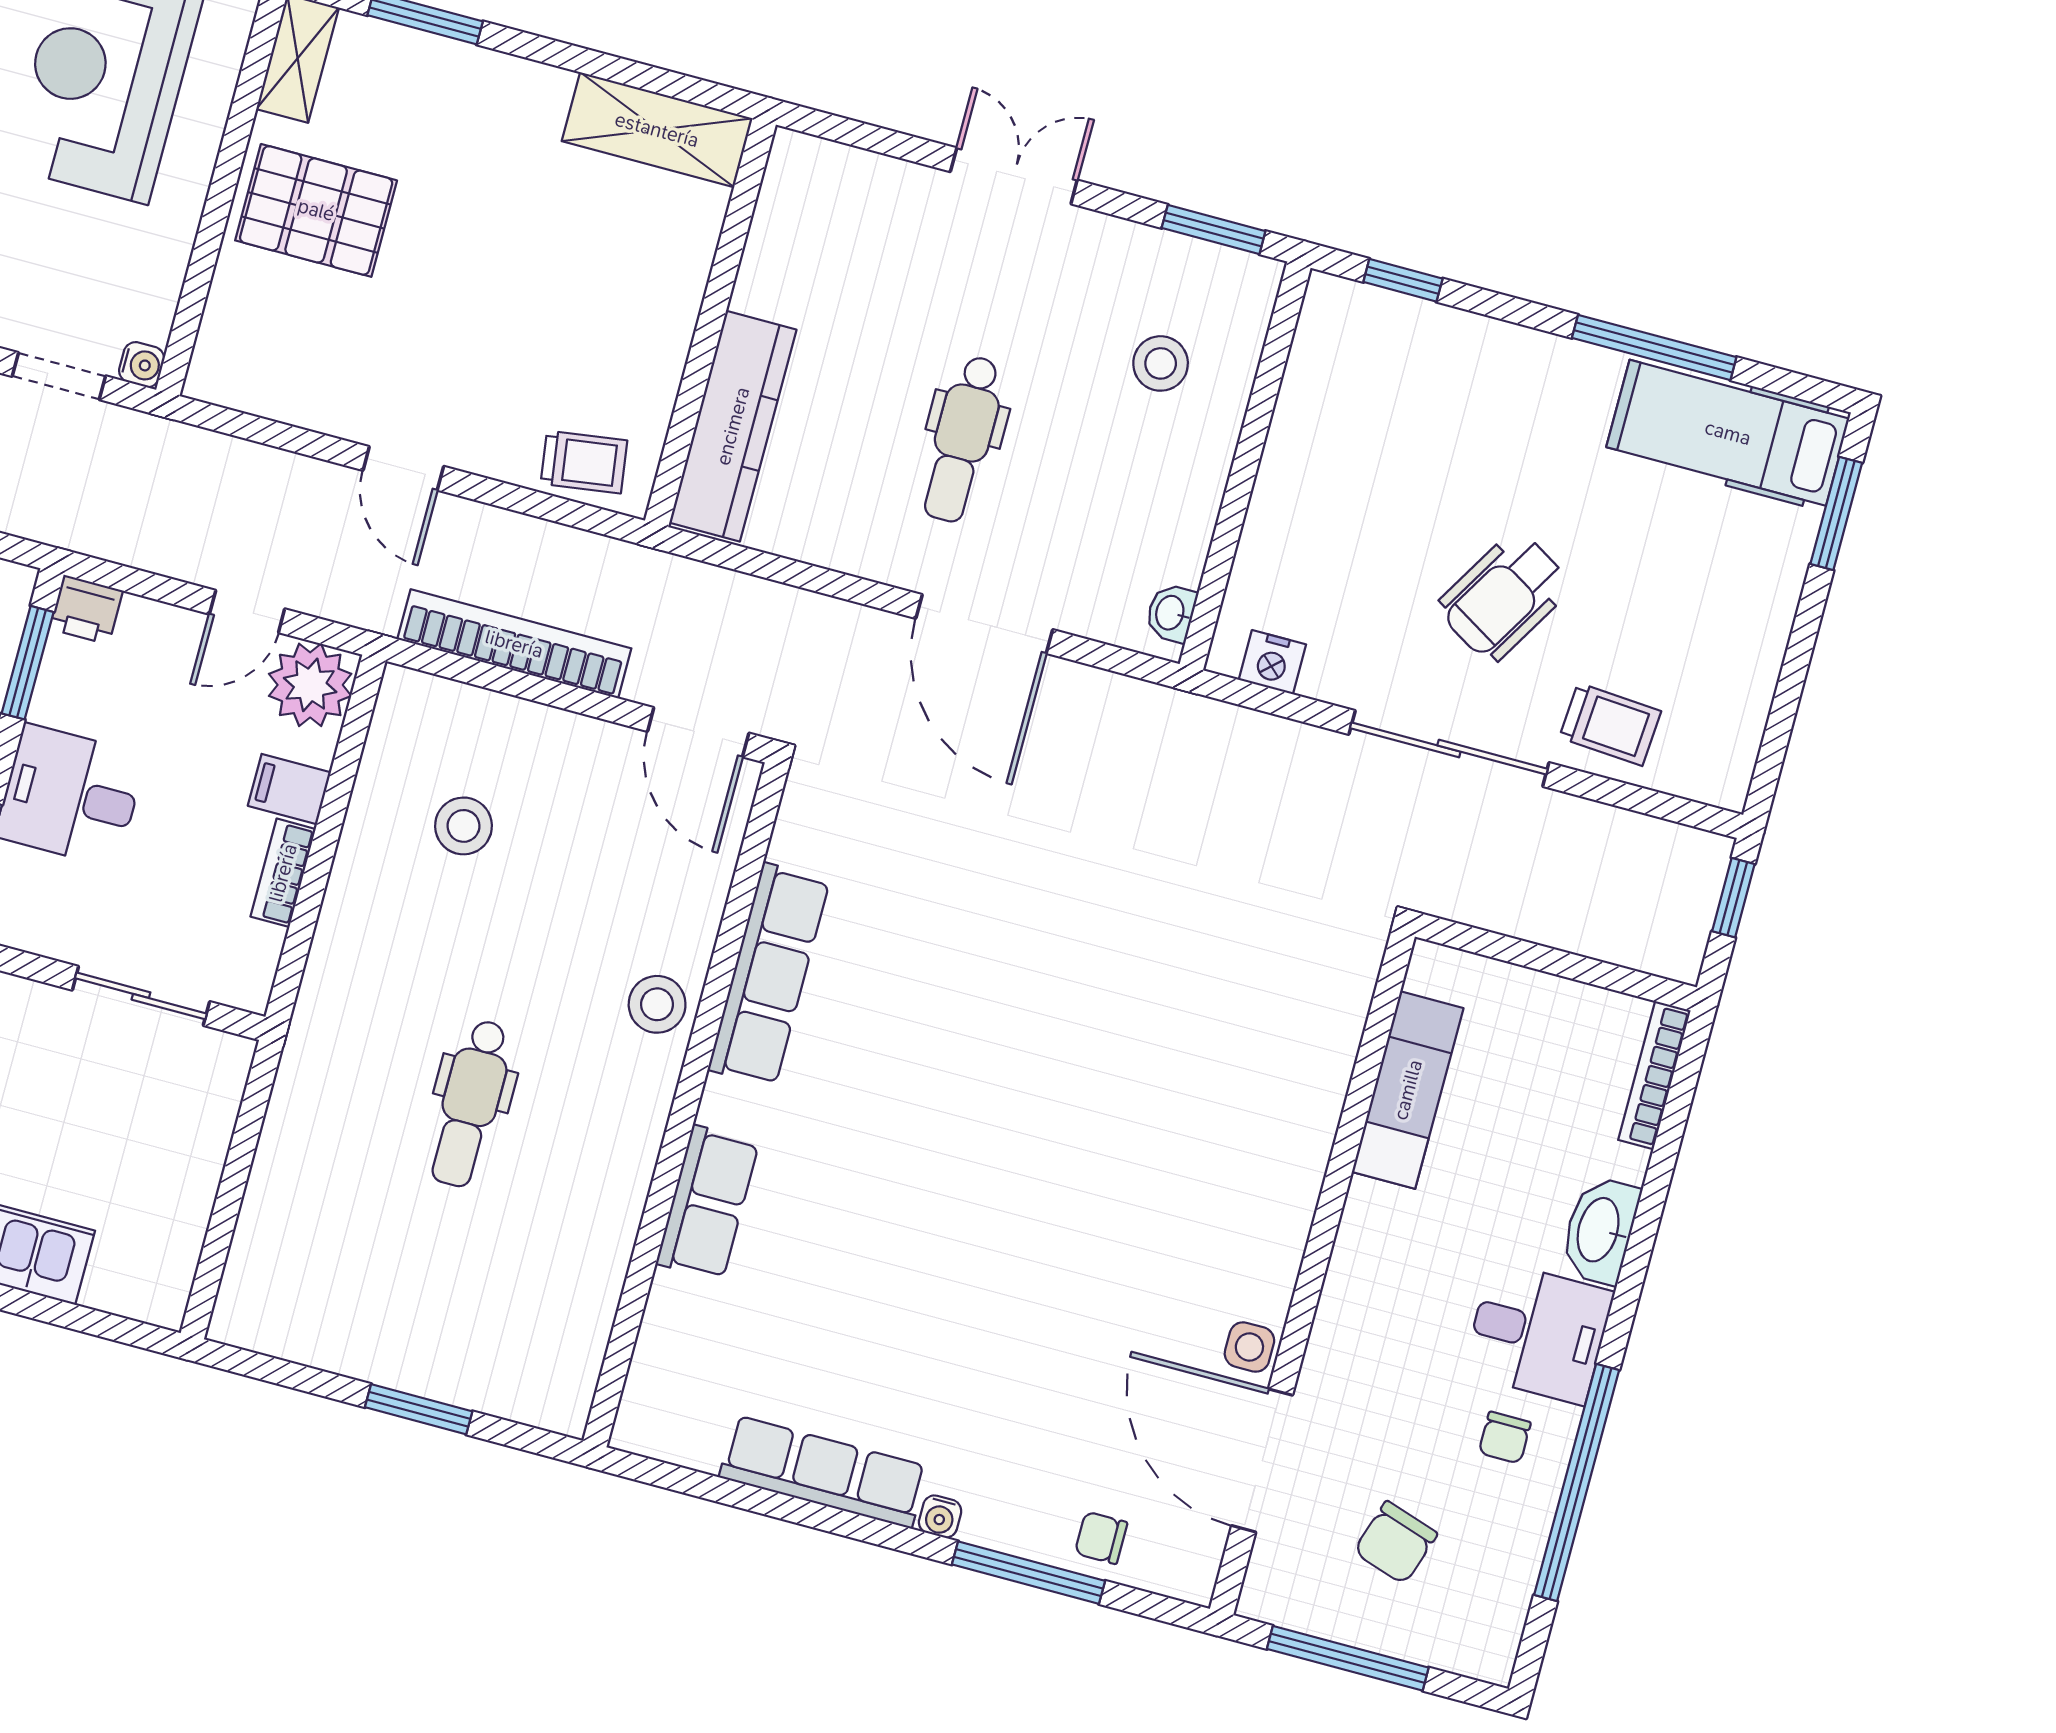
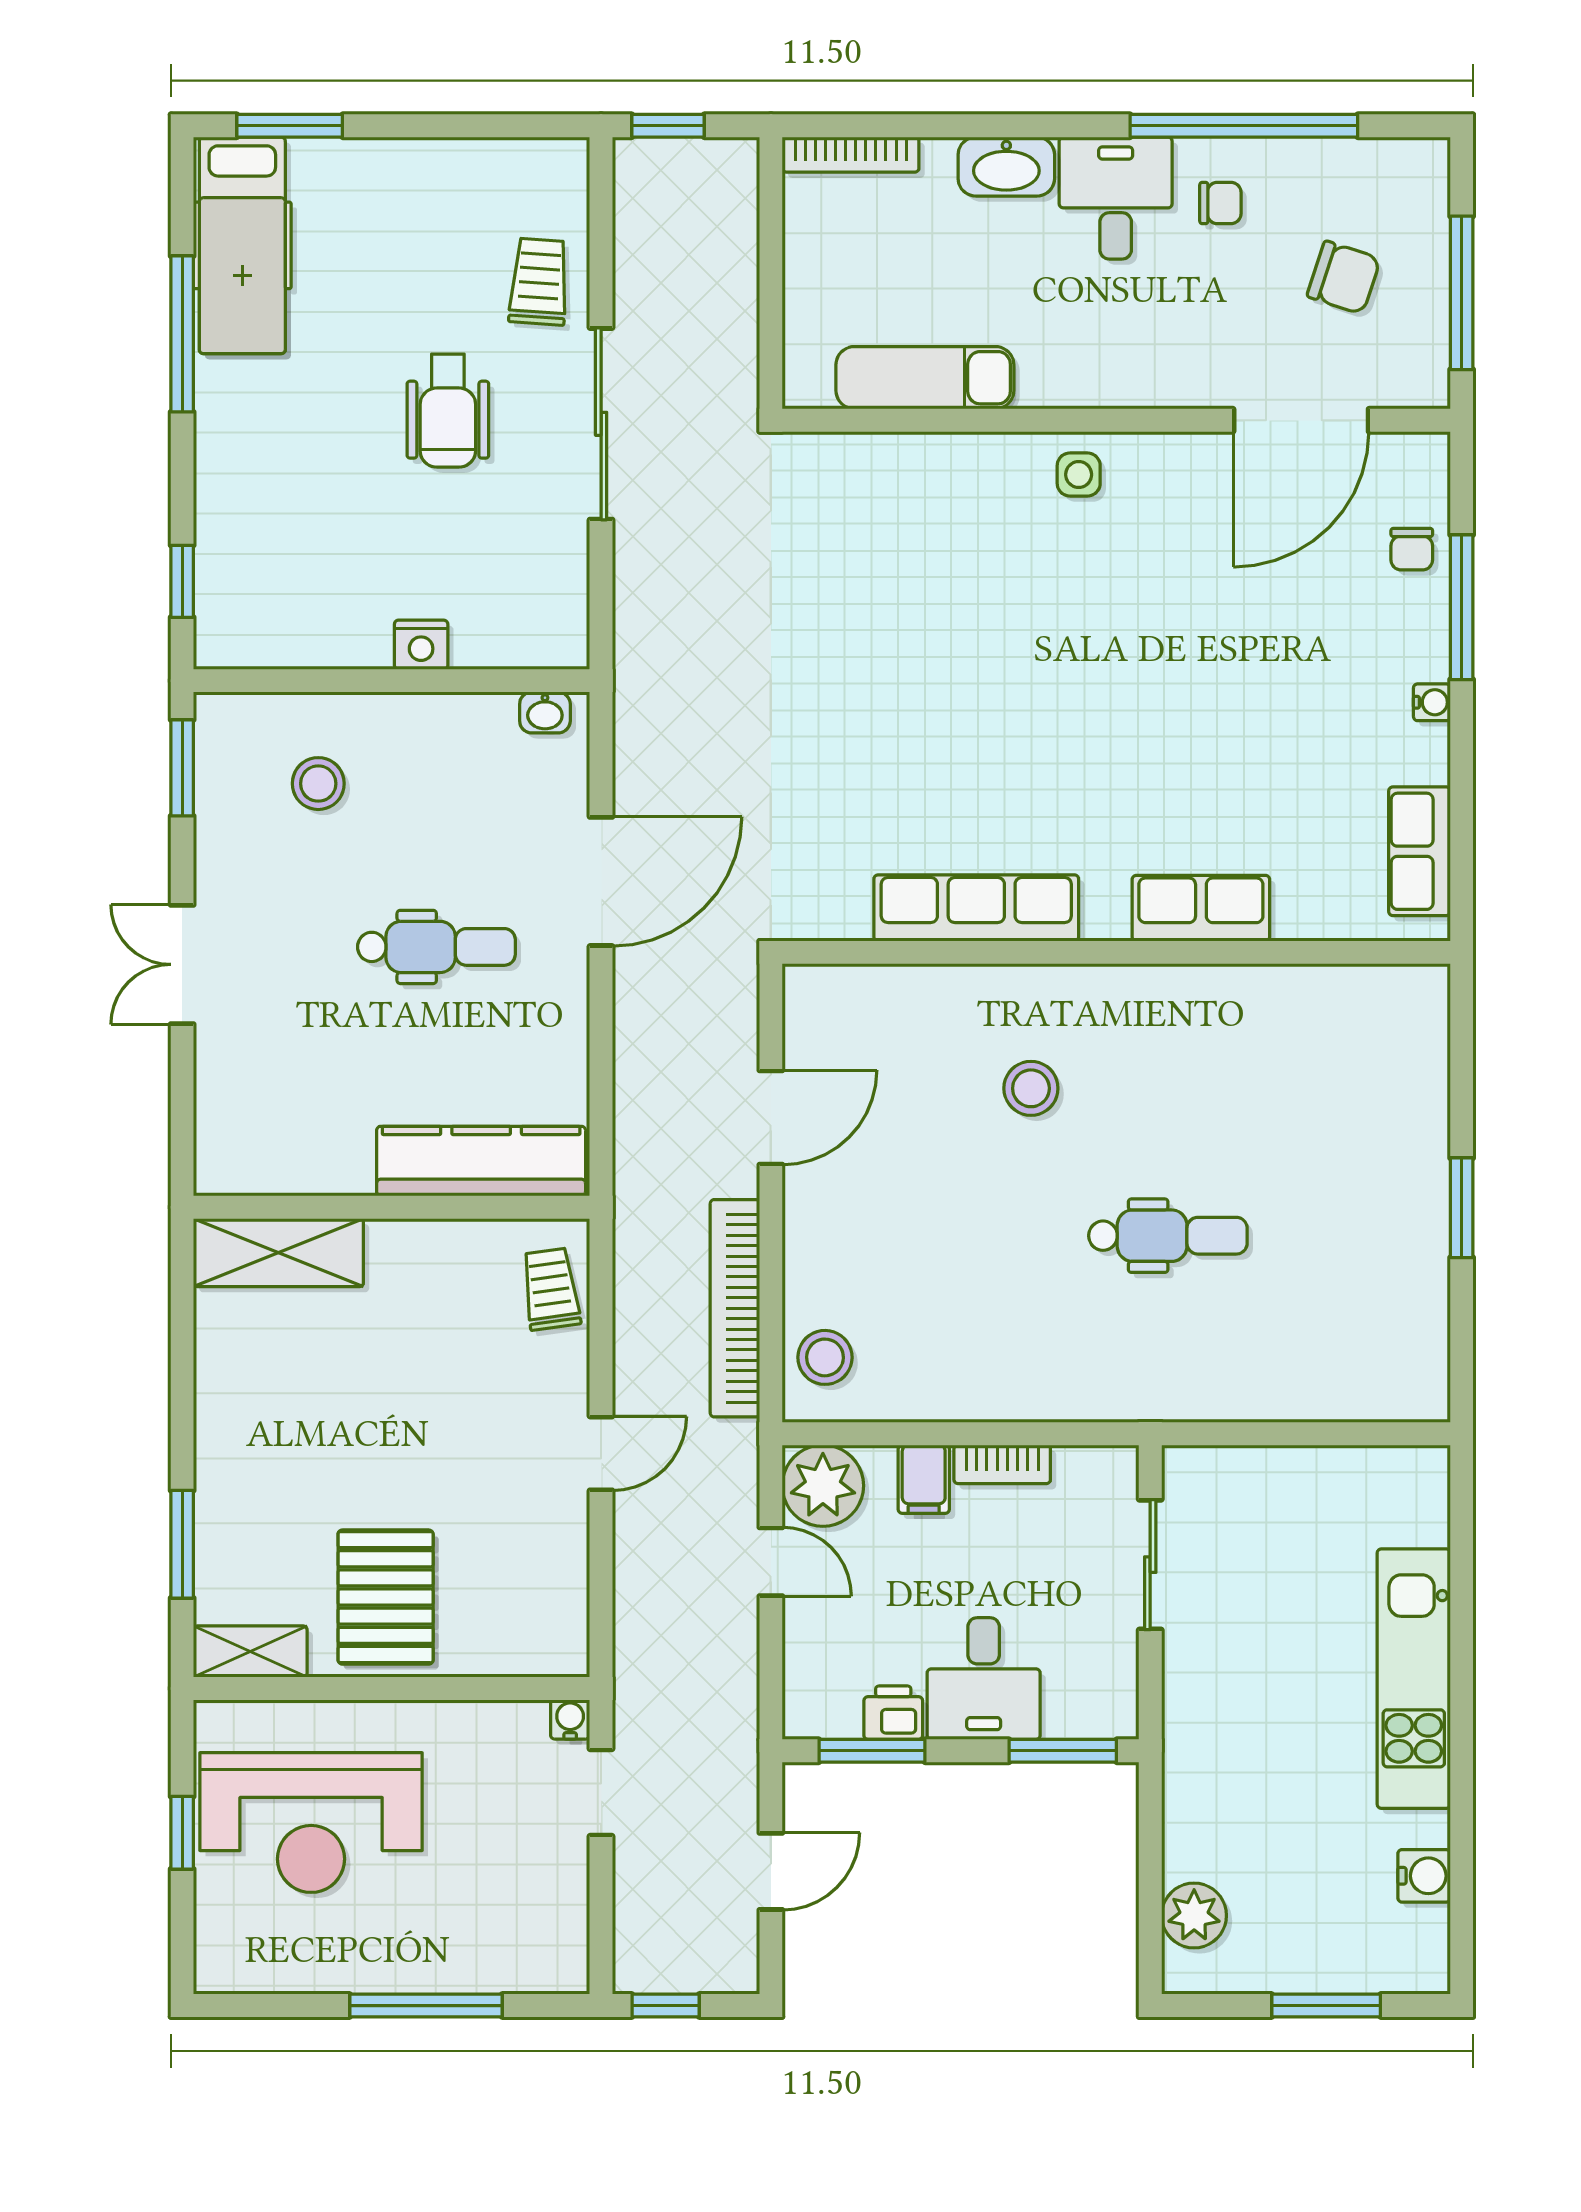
shelving: (657, 130) -> (278, 1253), moved, turned 90
wheelchair: (1504, 597) -> (448, 411), turned 59
printer: (86, 610) -> (893, 1713), moved, turned -90
nightstand: (1272, 662) -> (421, 645), moved, turned 90
stool: (463, 826) -> (825, 1357), moved
row of seats: (769, 975) -> (976, 908), moved
wall: (686, 1105) -> (1116, 952), moved
row of seats: (708, 1203) -> (1201, 908), moved
side table: (1249, 1347) -> (1079, 475), moved
row of seats: (823, 1472) -> (1420, 851), width x0.68

